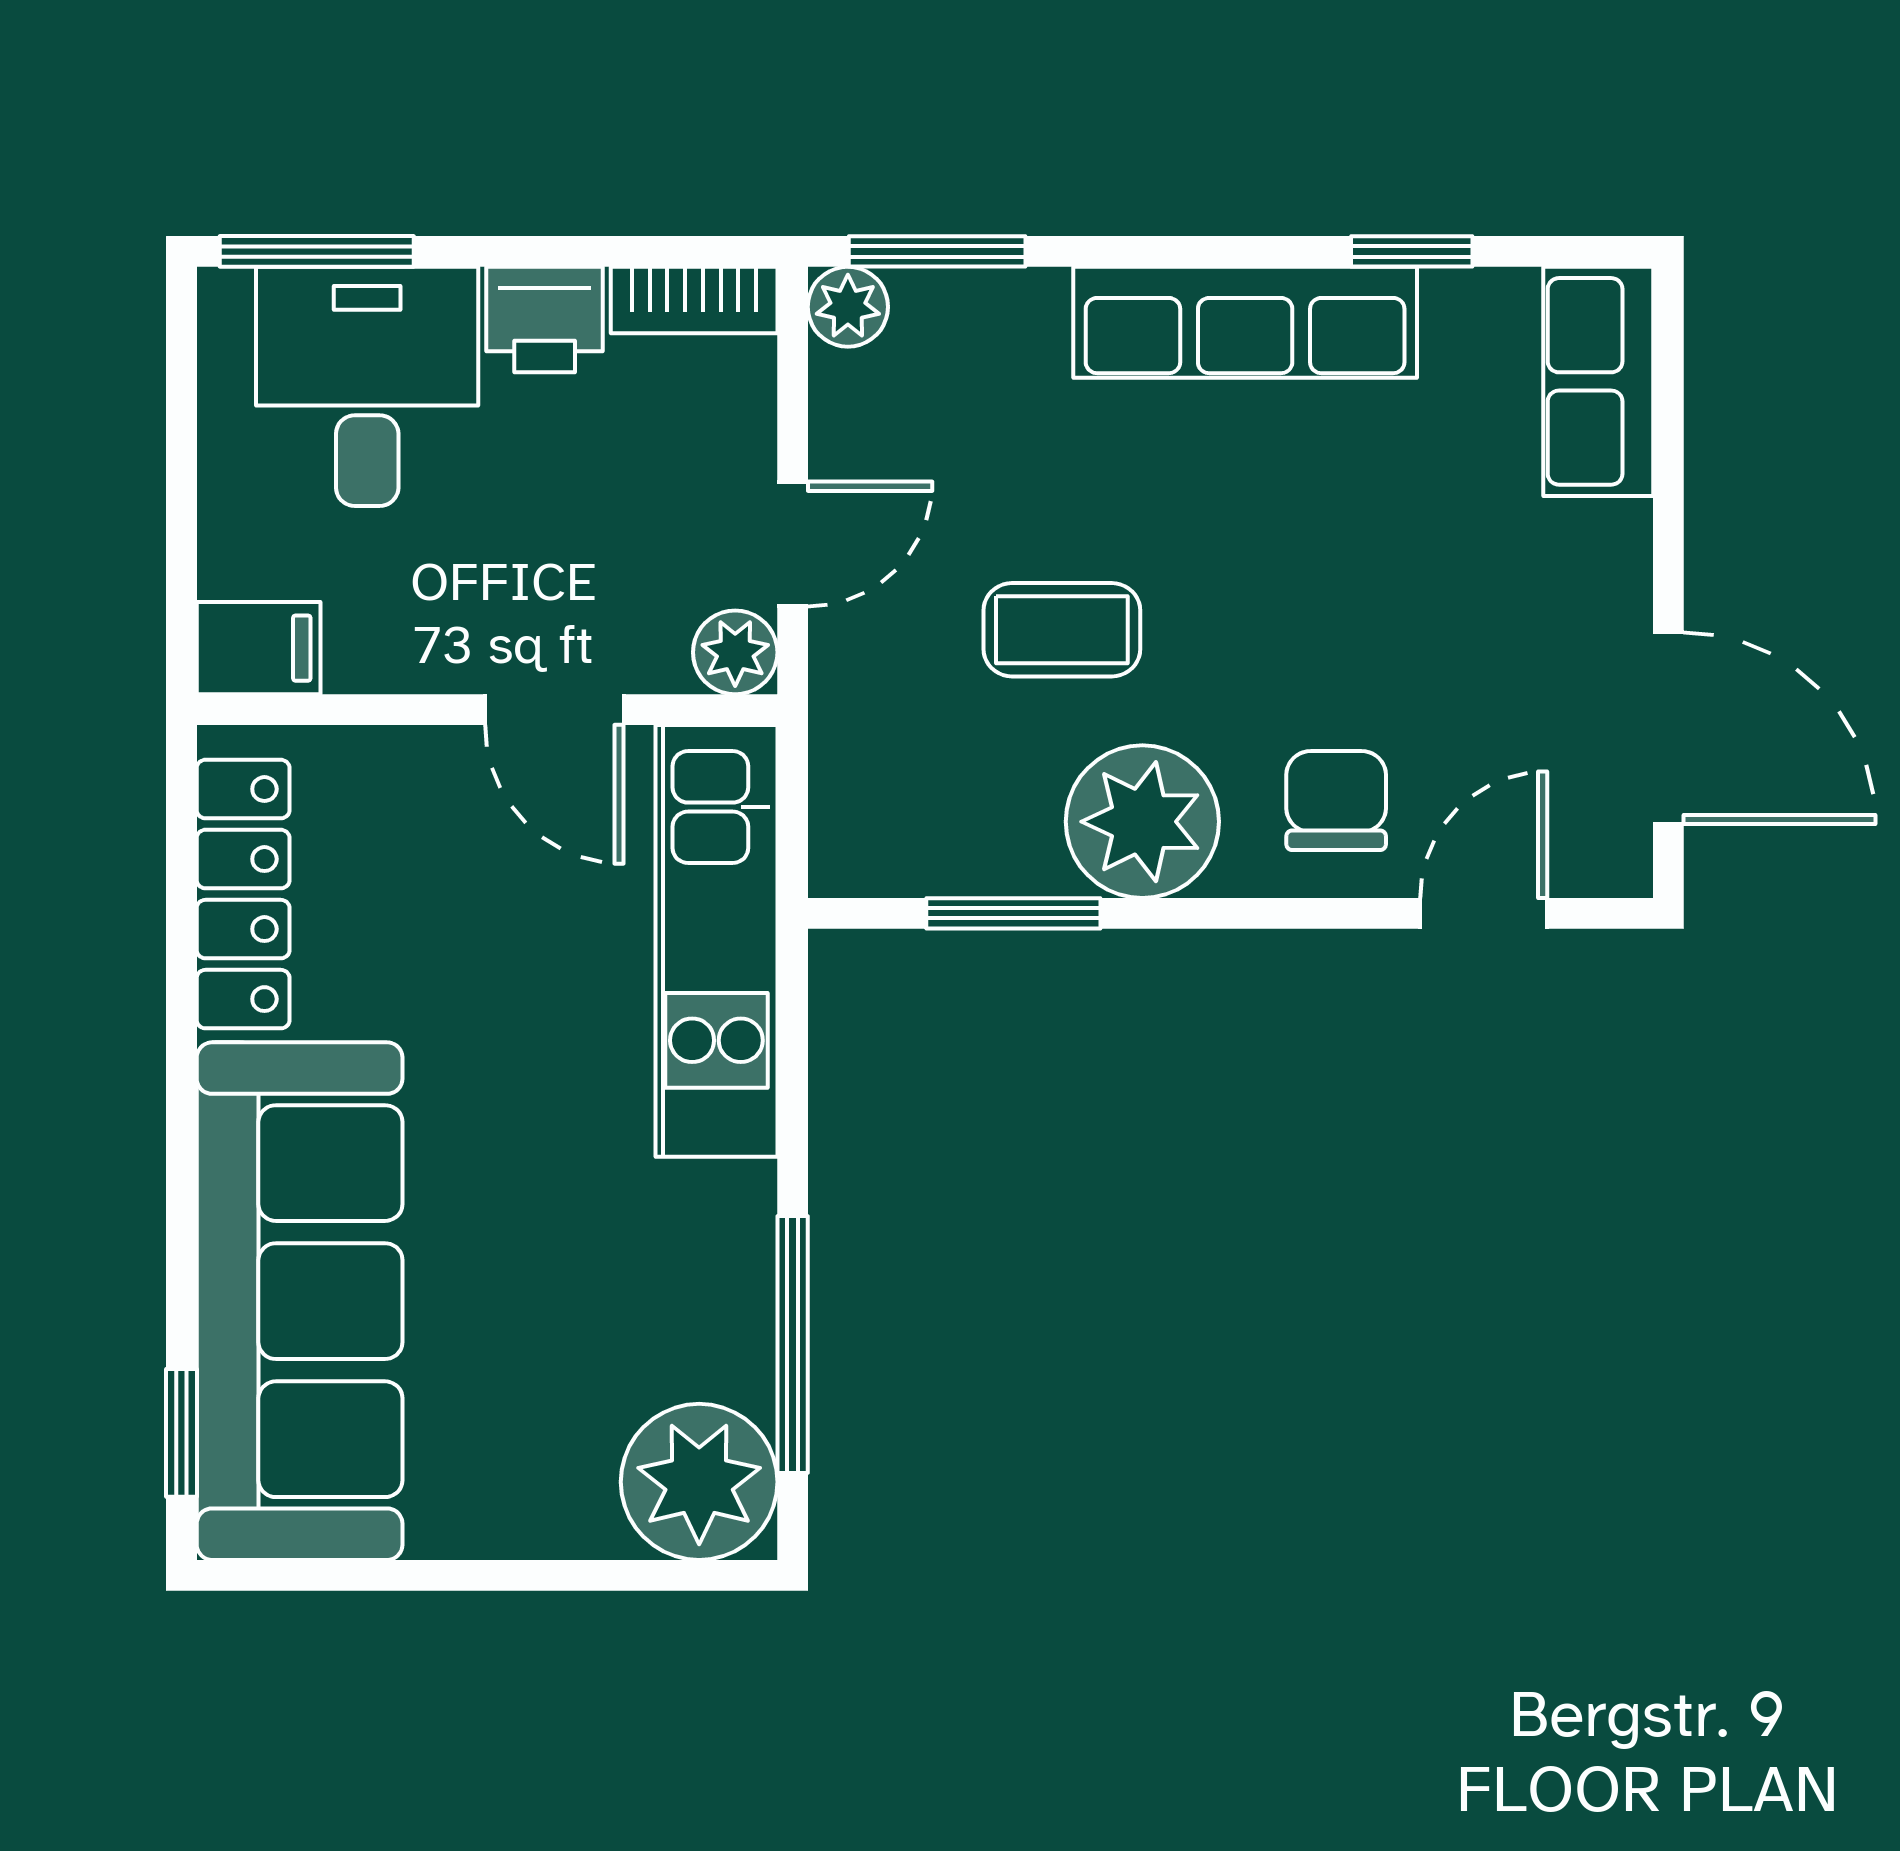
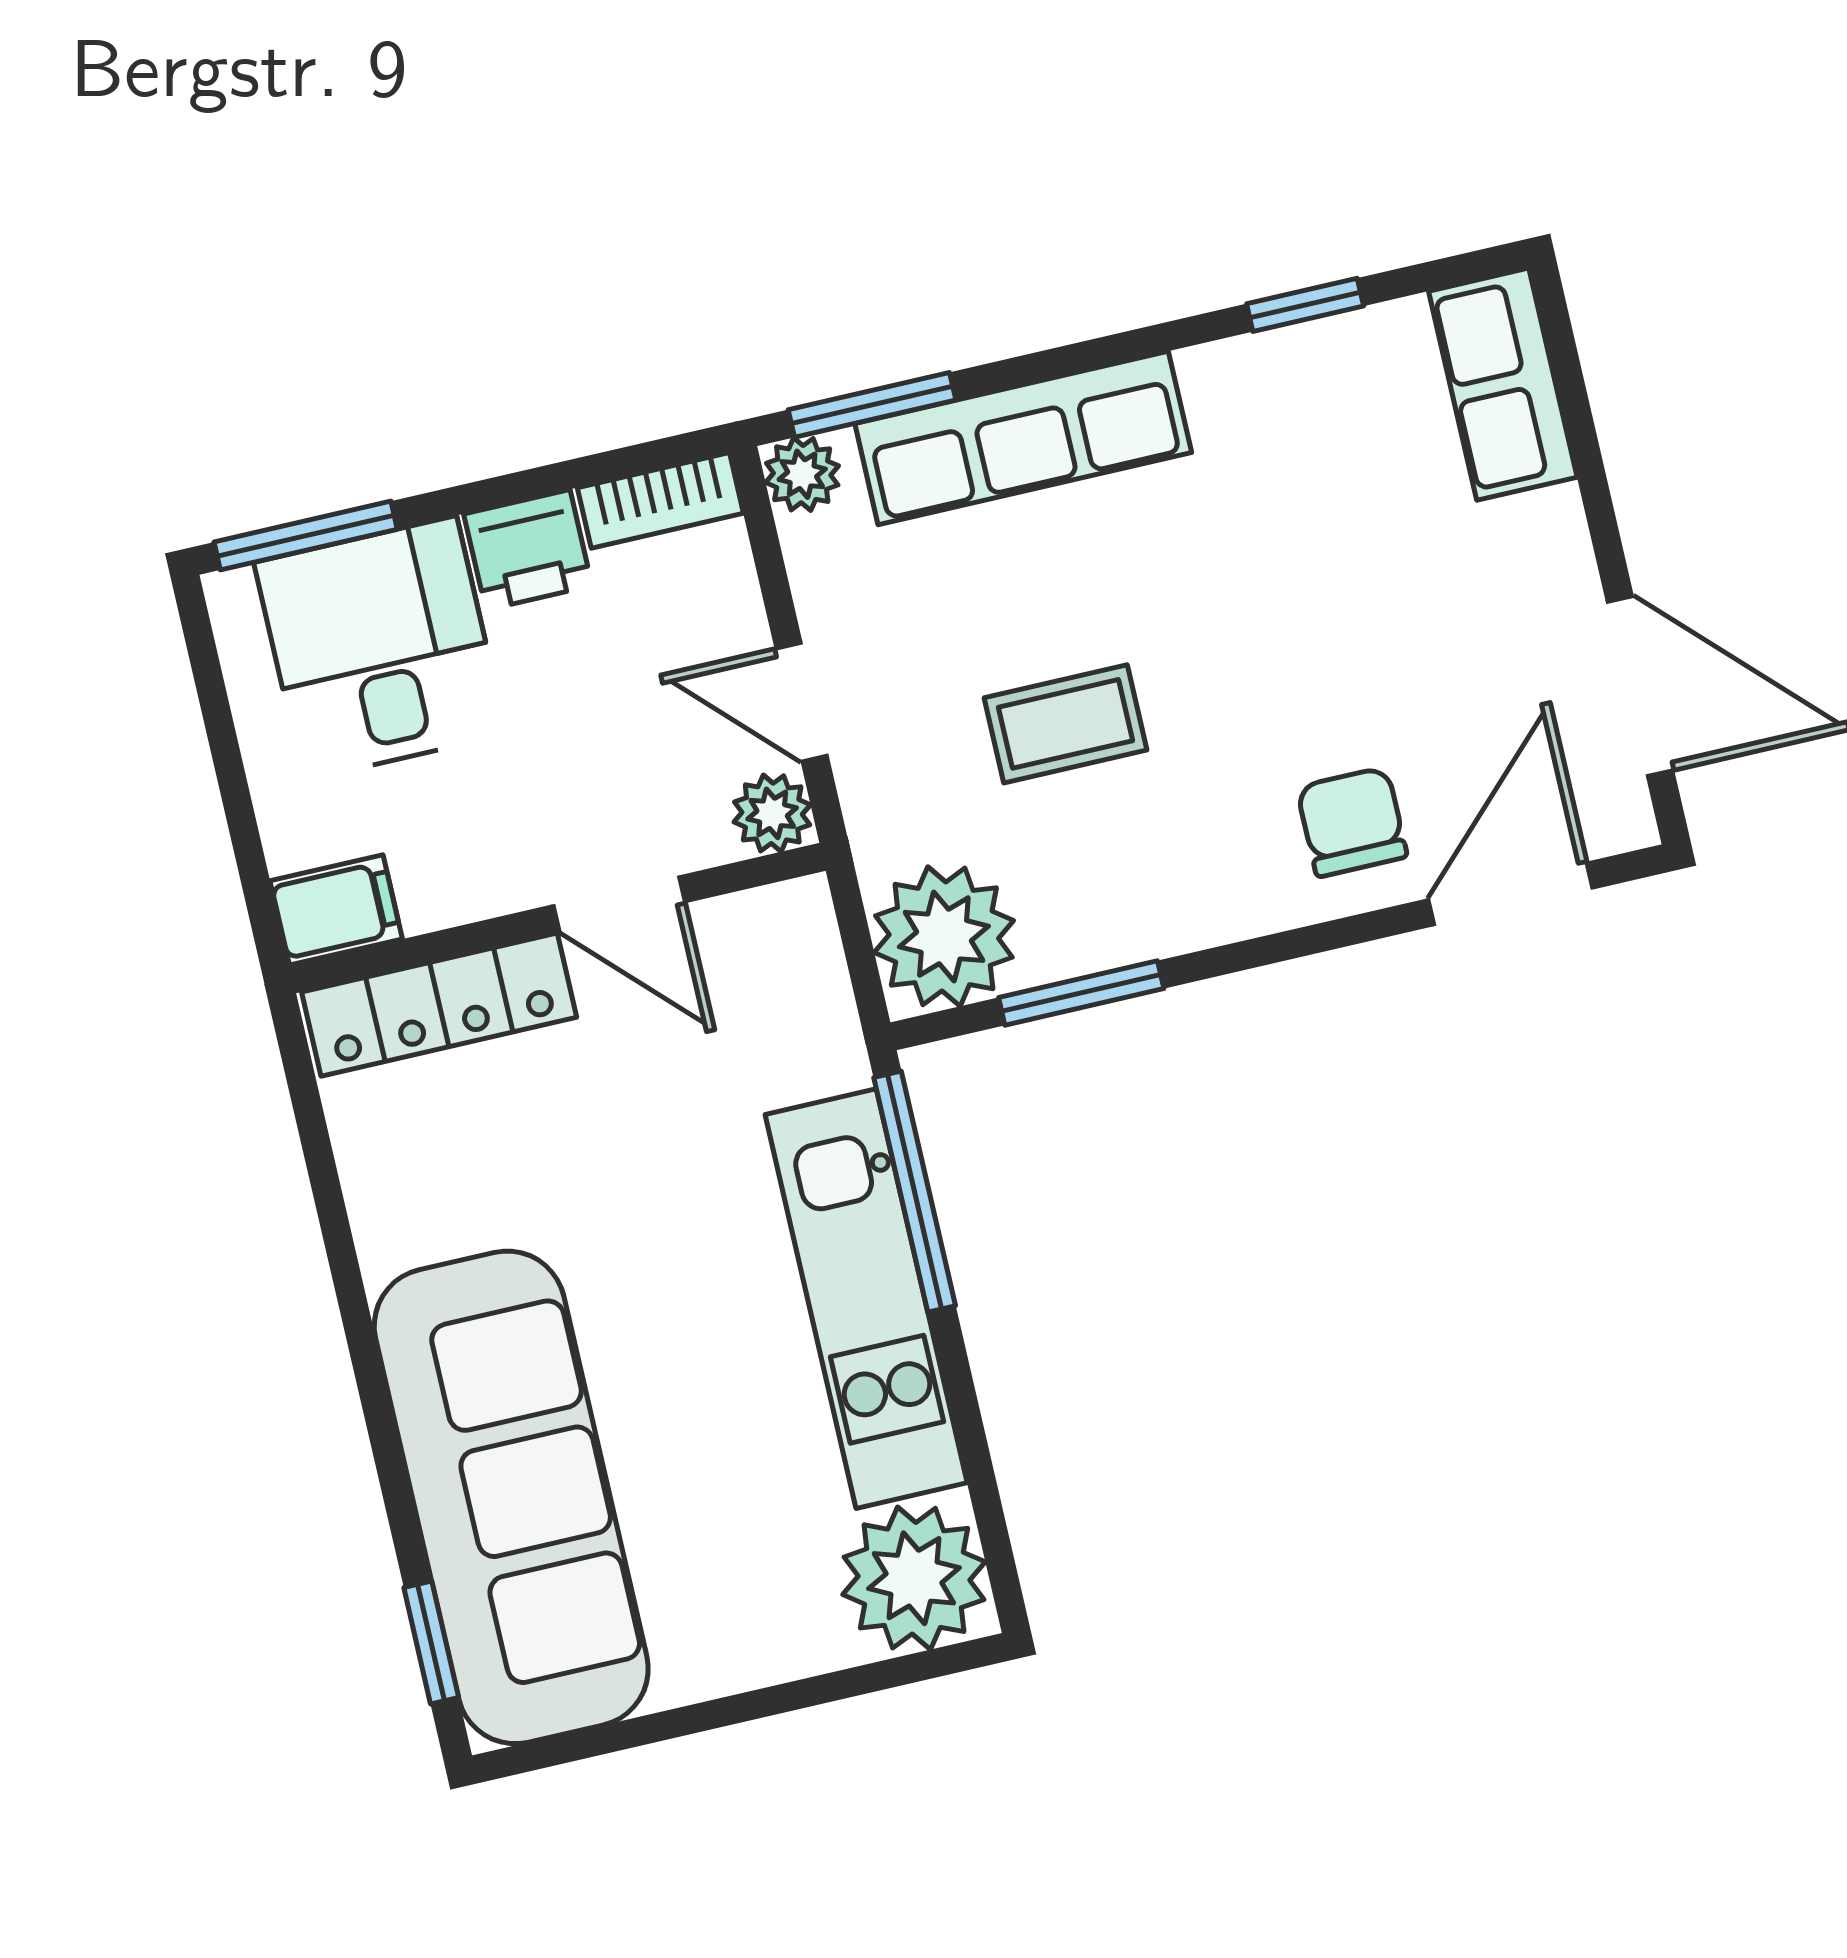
row of seats: (1245, 322) -> (1023, 438), moved
door: (793, 544) -> (802, 702), swing flipped
plant: (1142, 822) -> (944, 936), moved
locker: (243, 894) -> (439, 1005), moved, turned 90
door: (1484, 913) -> (1510, 894), width x1.38
kitchen unit: (716, 941) -> (866, 1299), moved
window: (793, 1344) -> (915, 1192), moved

